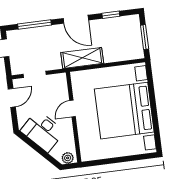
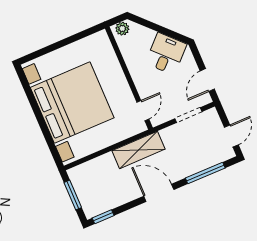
window: (111, 15) -> (103, 217), moved
door: (73, 109) -> (143, 111), moved
desk: (42, 131) -> (166, 54), width x0.73

